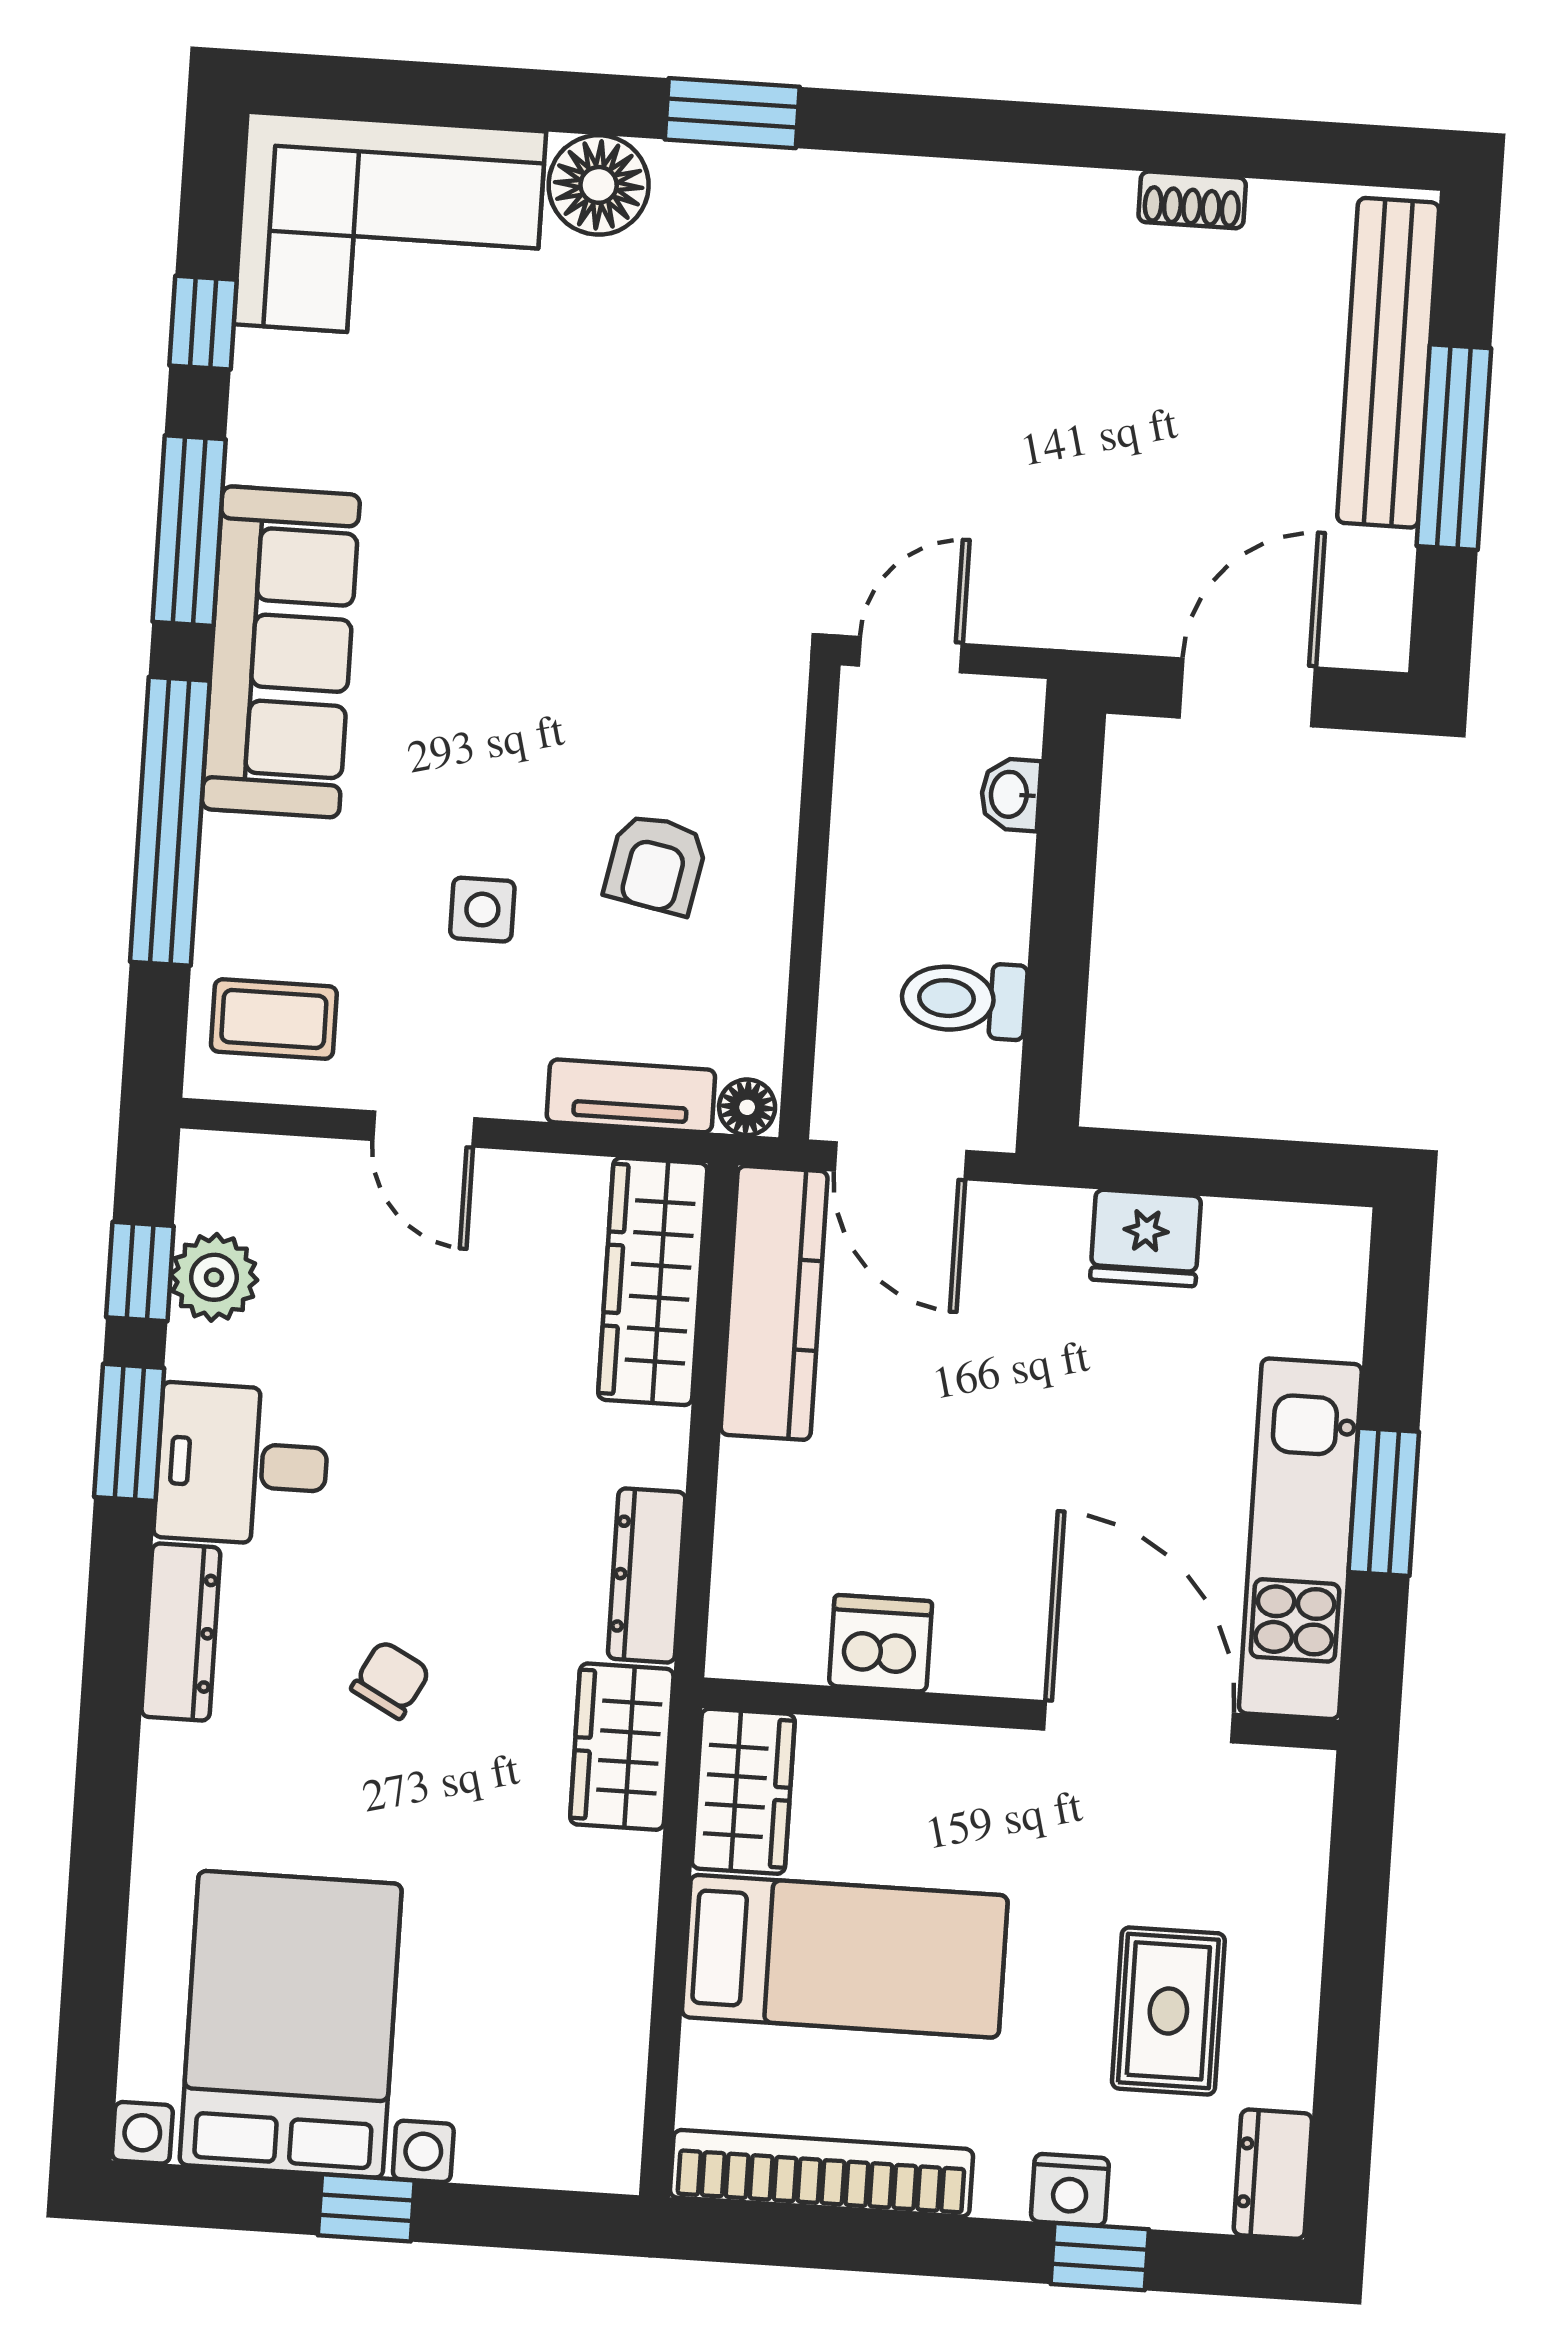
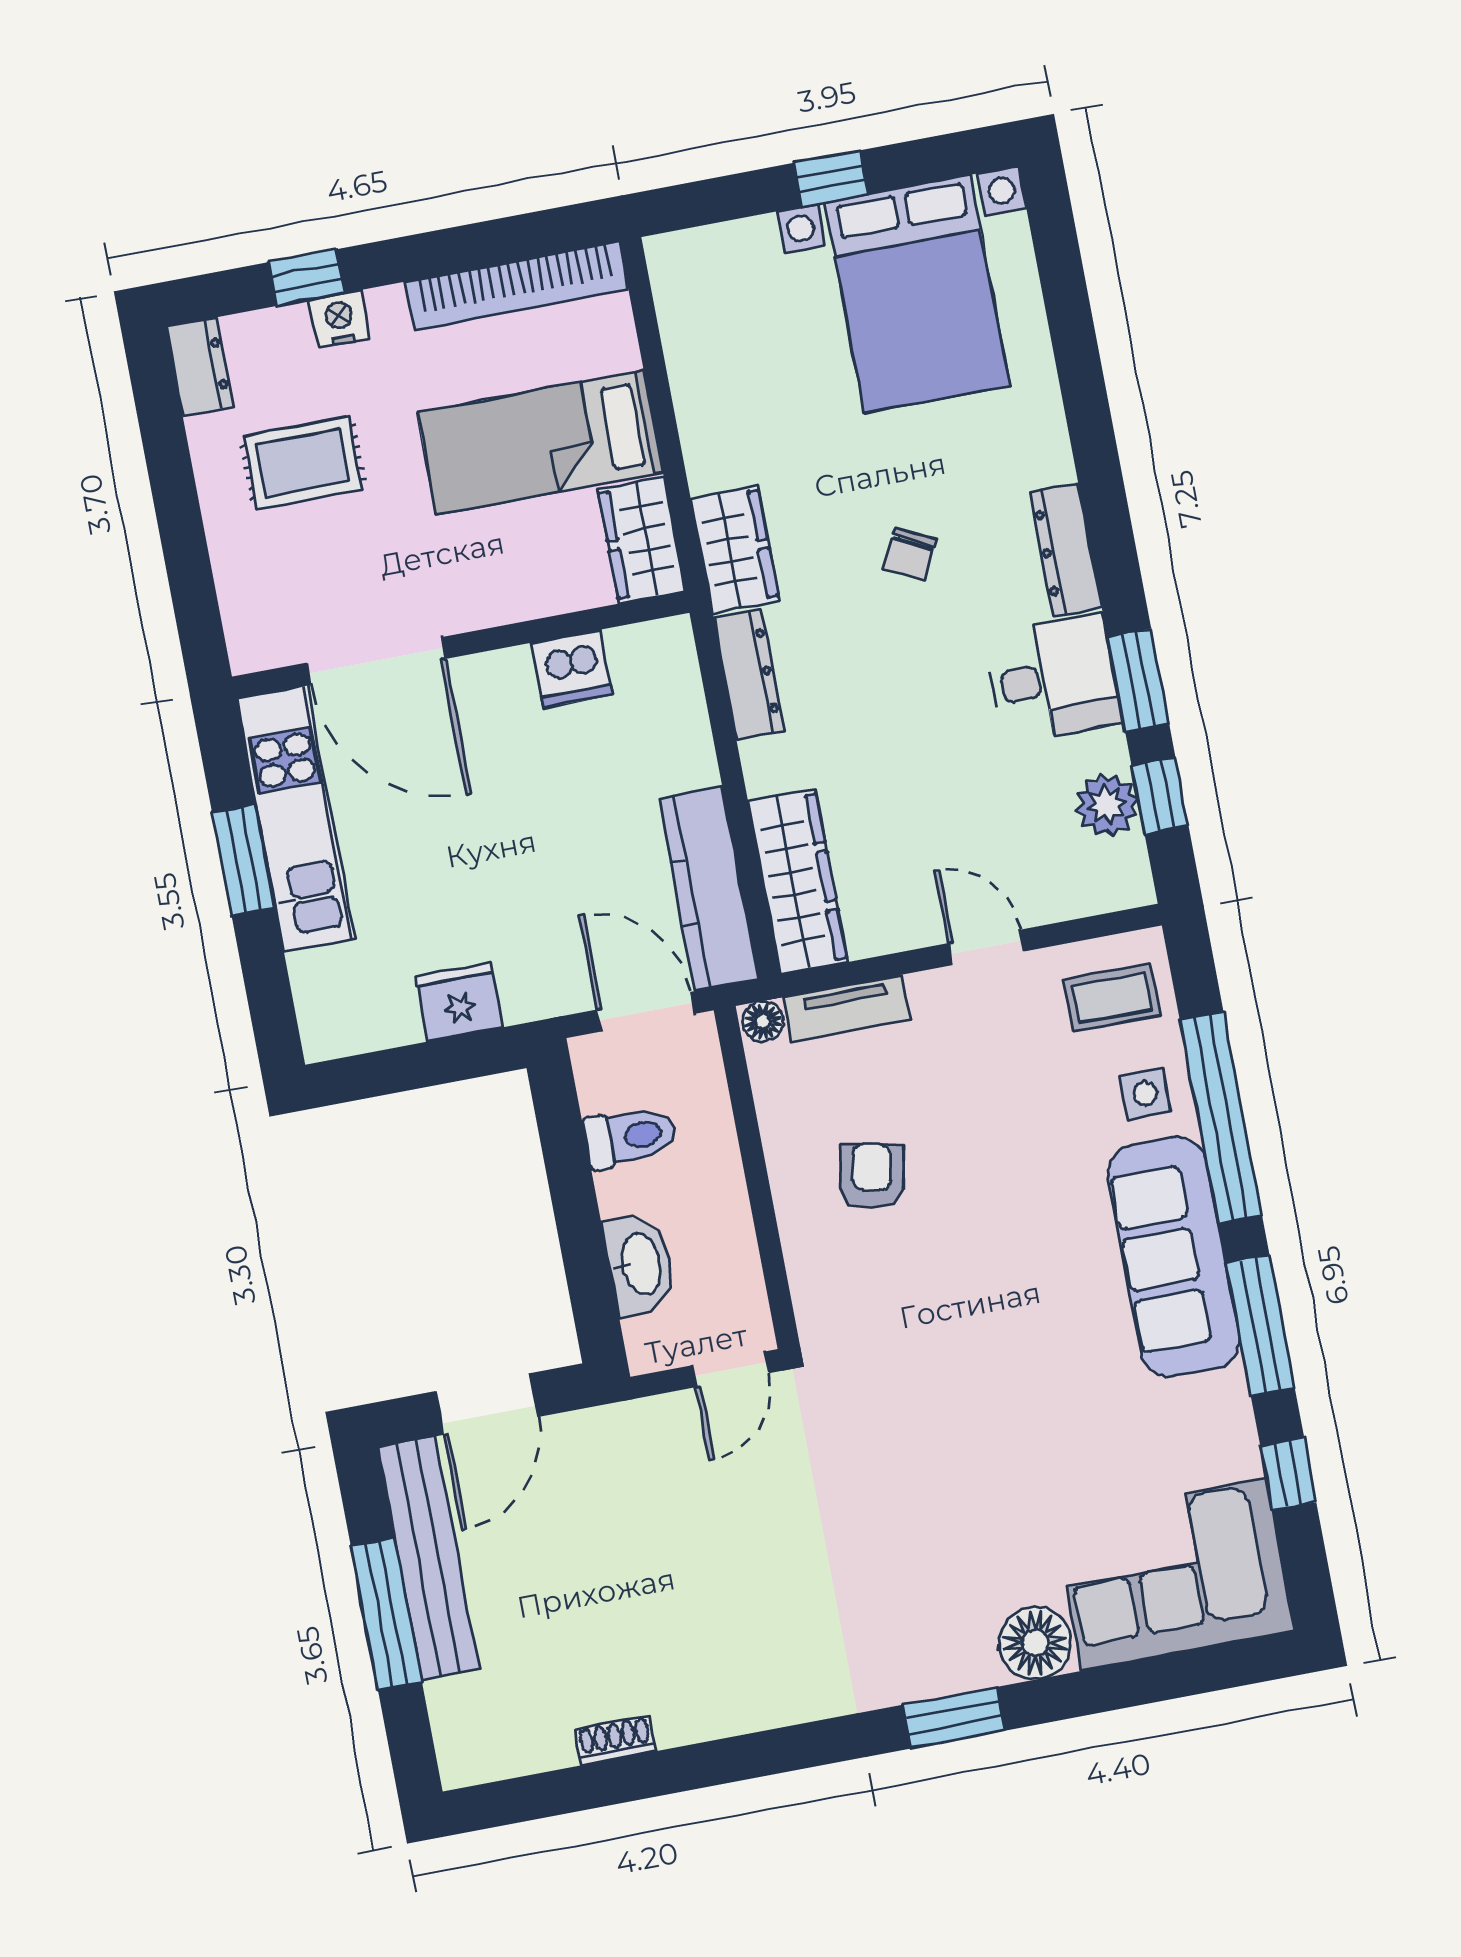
bench: (1388, 363) -> (428, 1558), moved
washbasin: (1011, 794) -> (640, 1264), width x1.91, depth x1.45
side table: (482, 910) -> (1145, 1094), moved
rug: (1168, 2011) -> (303, 463), turned 90

